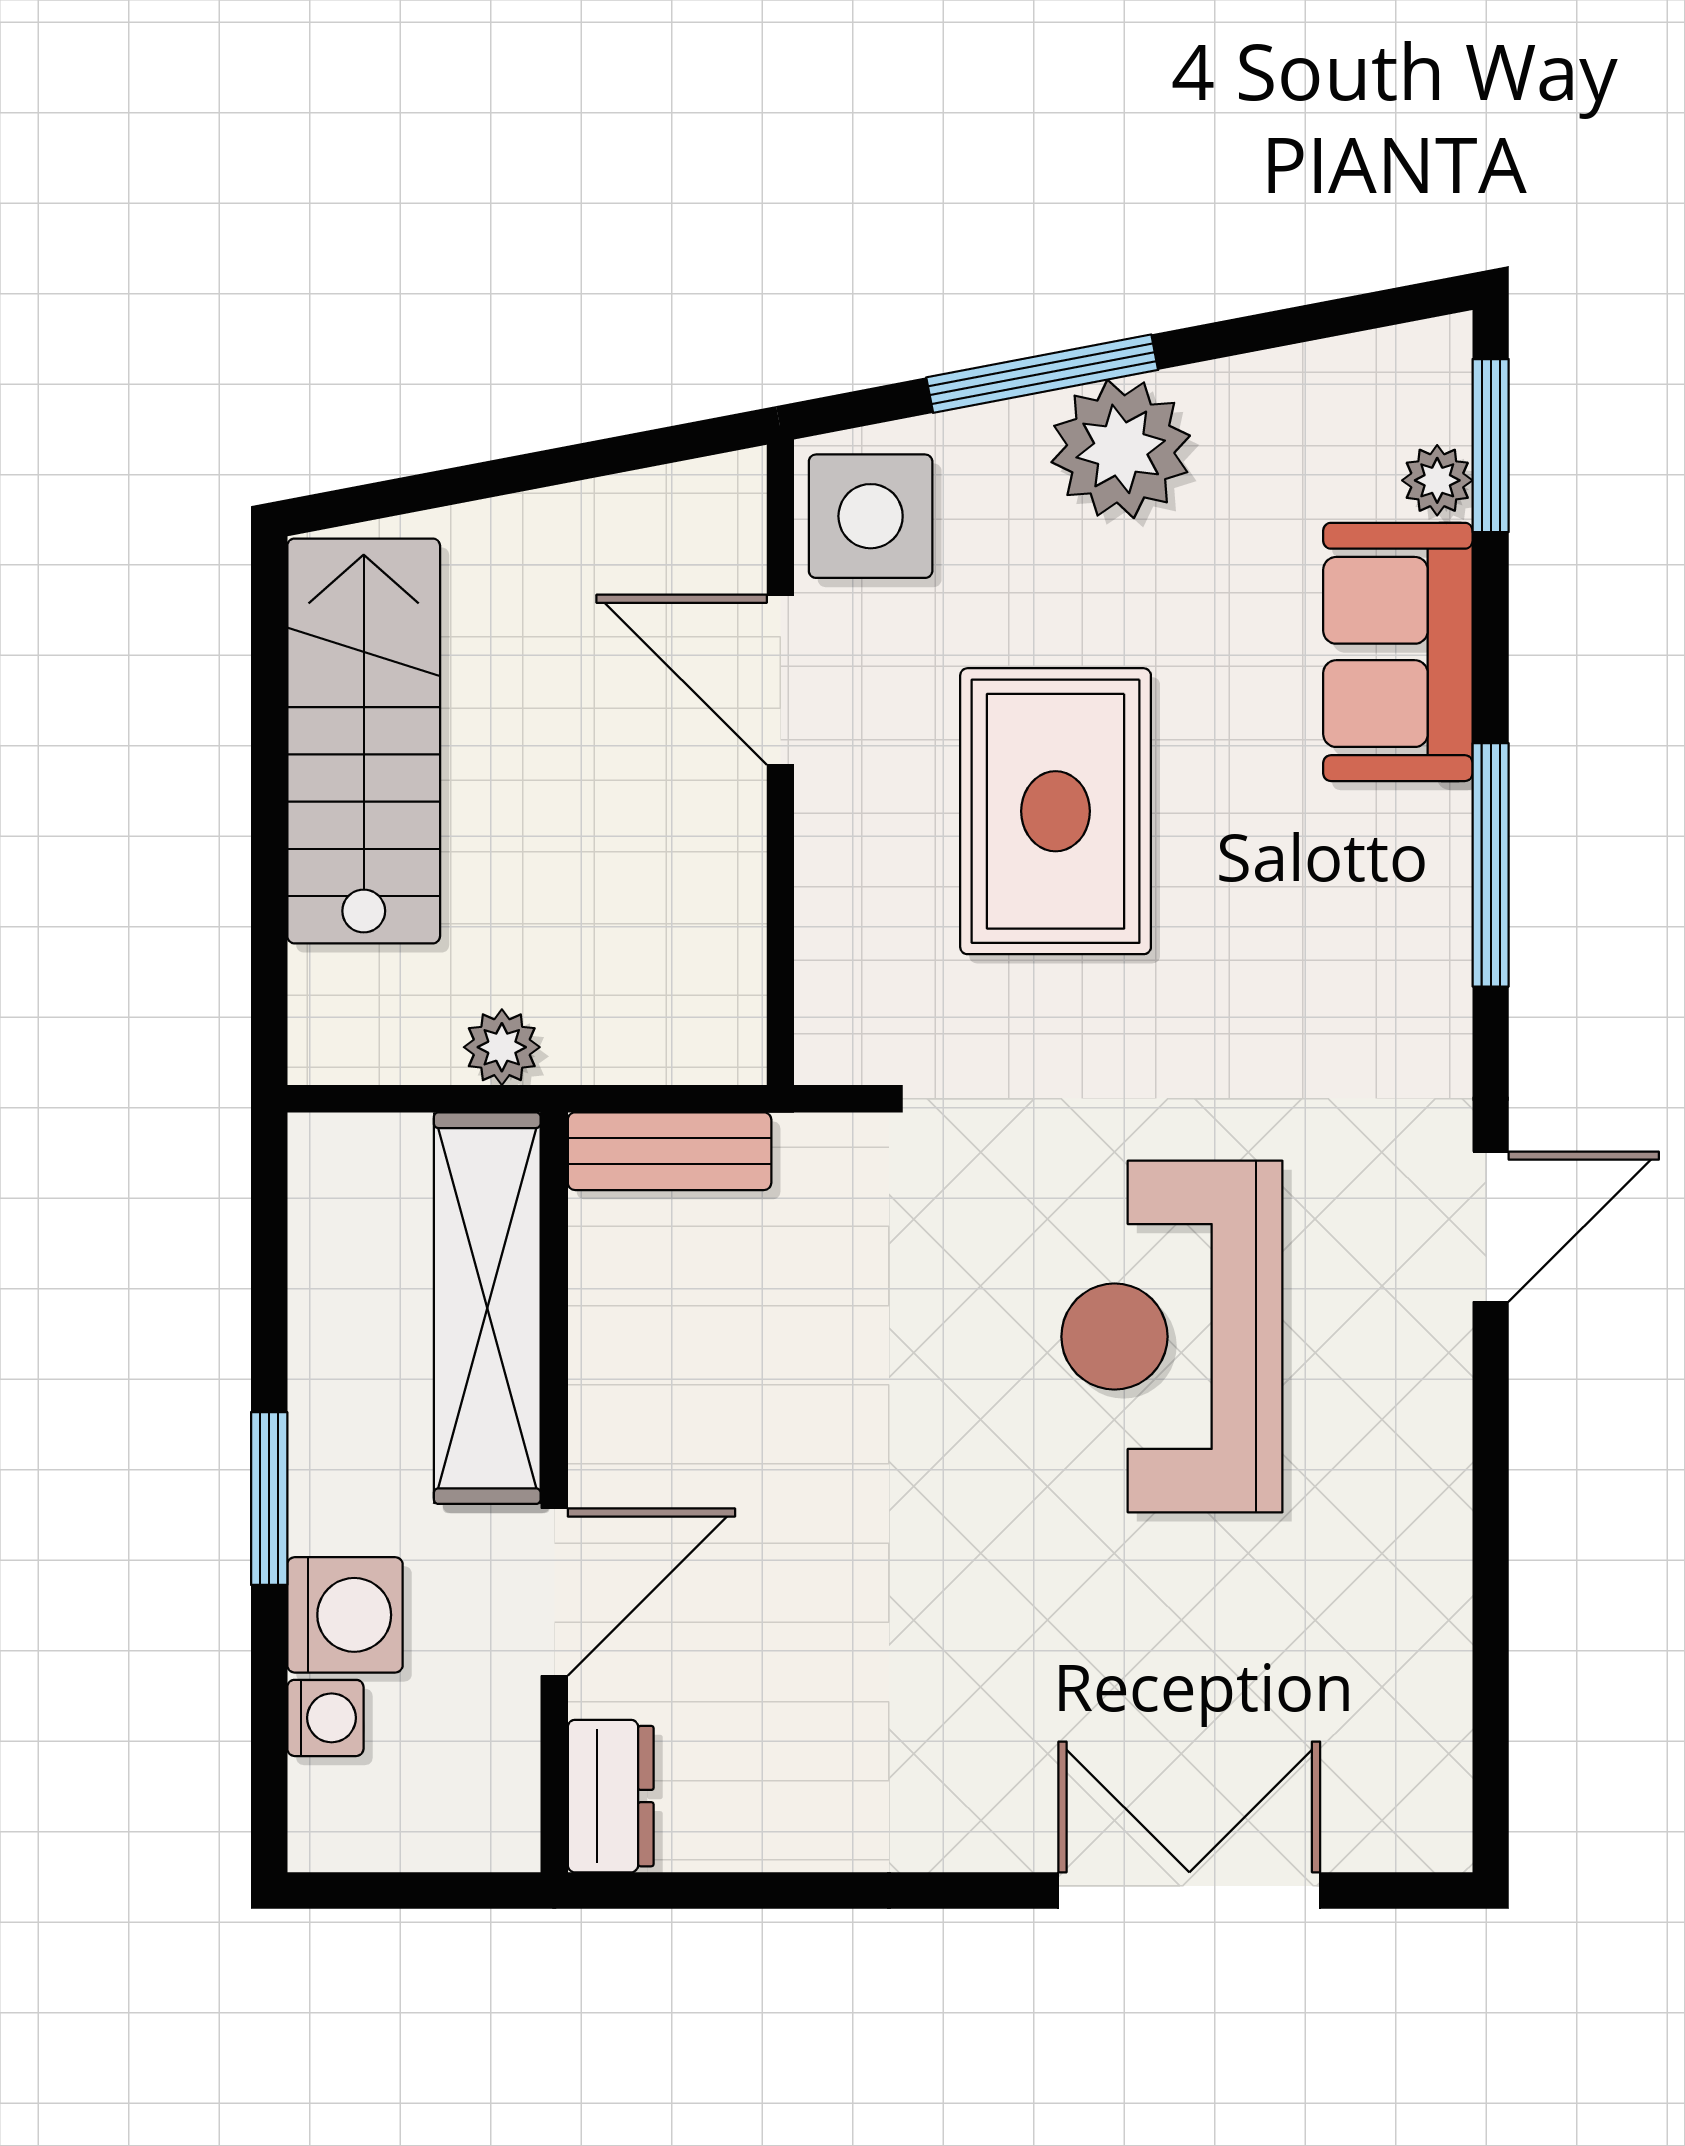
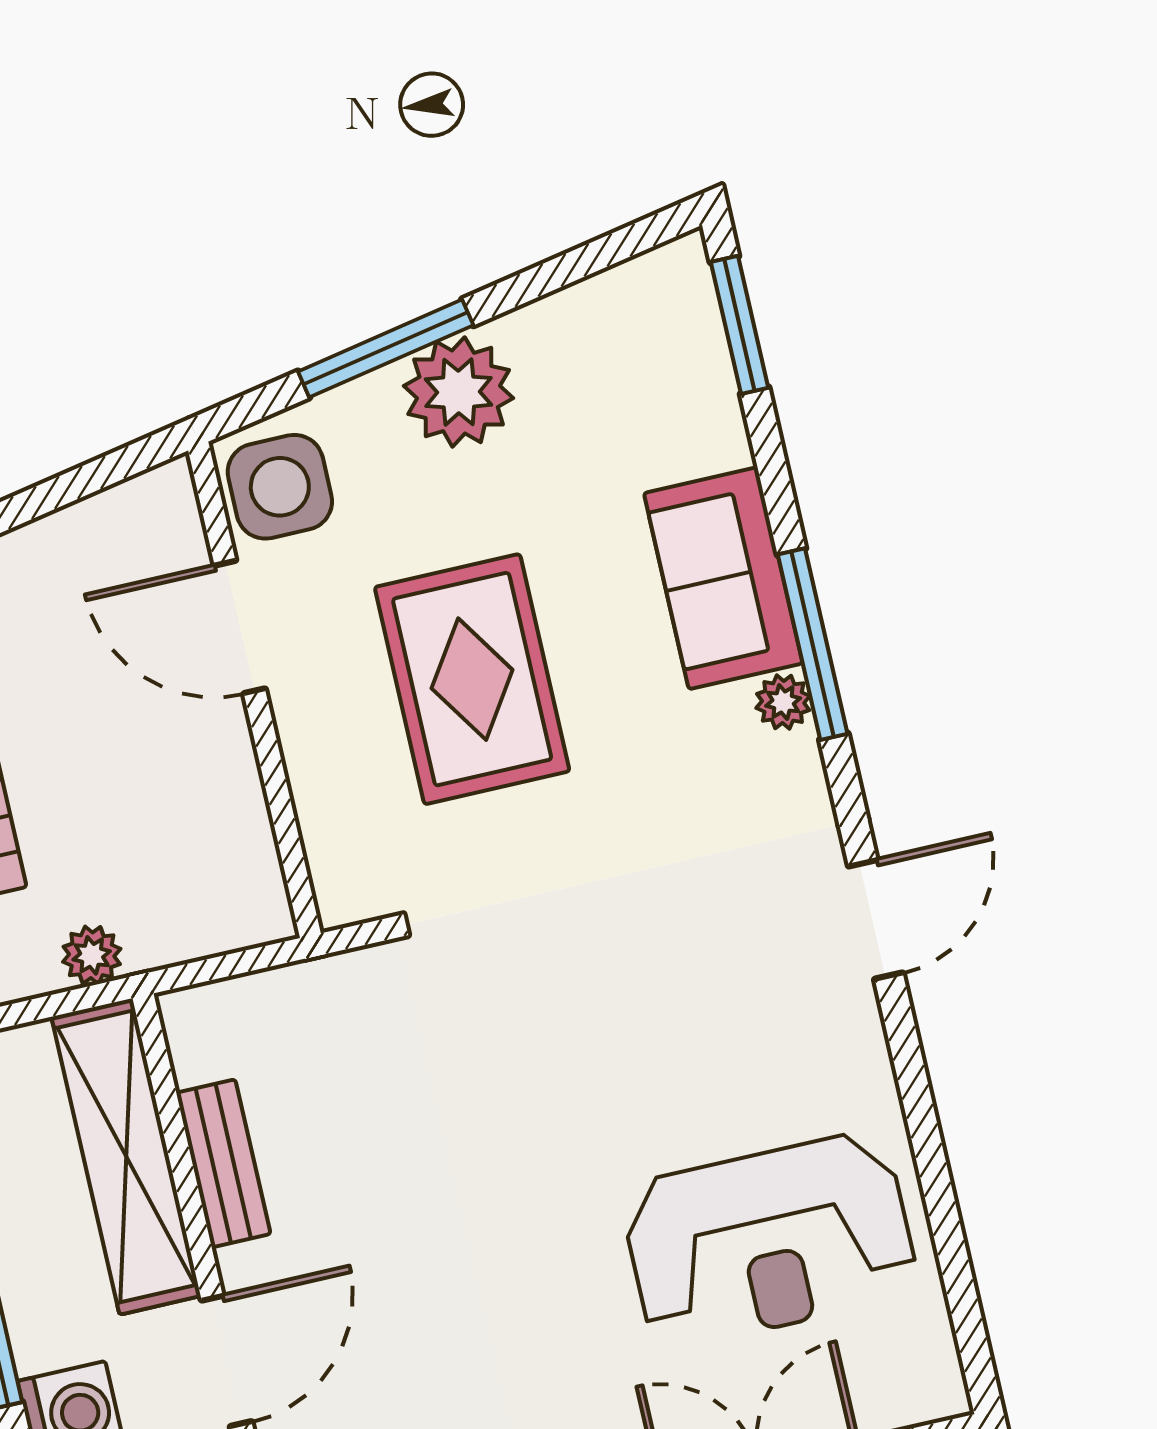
plant: (1437, 480) -> (783, 702), moved
sofa: (1398, 652) -> (723, 578), moved
bench: (670, 1151) -> (223, 1163), moved, turned 90
reception desk: (1172, 1337) -> (769, 1240), moved, turned -90

